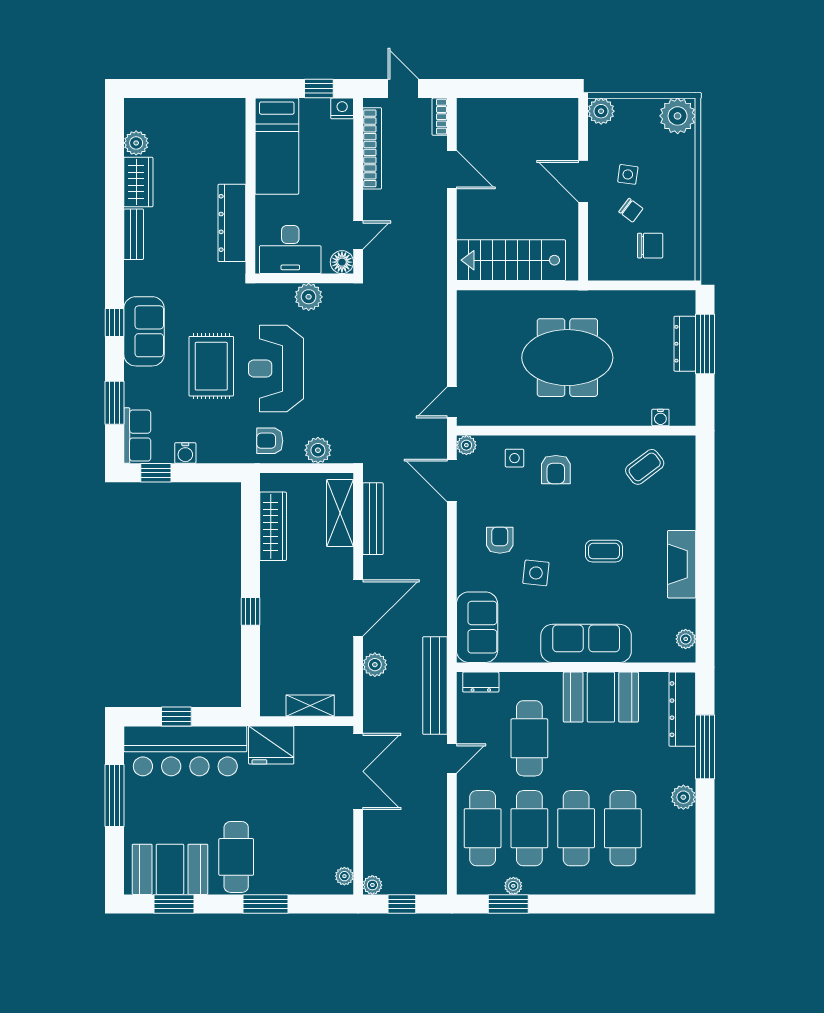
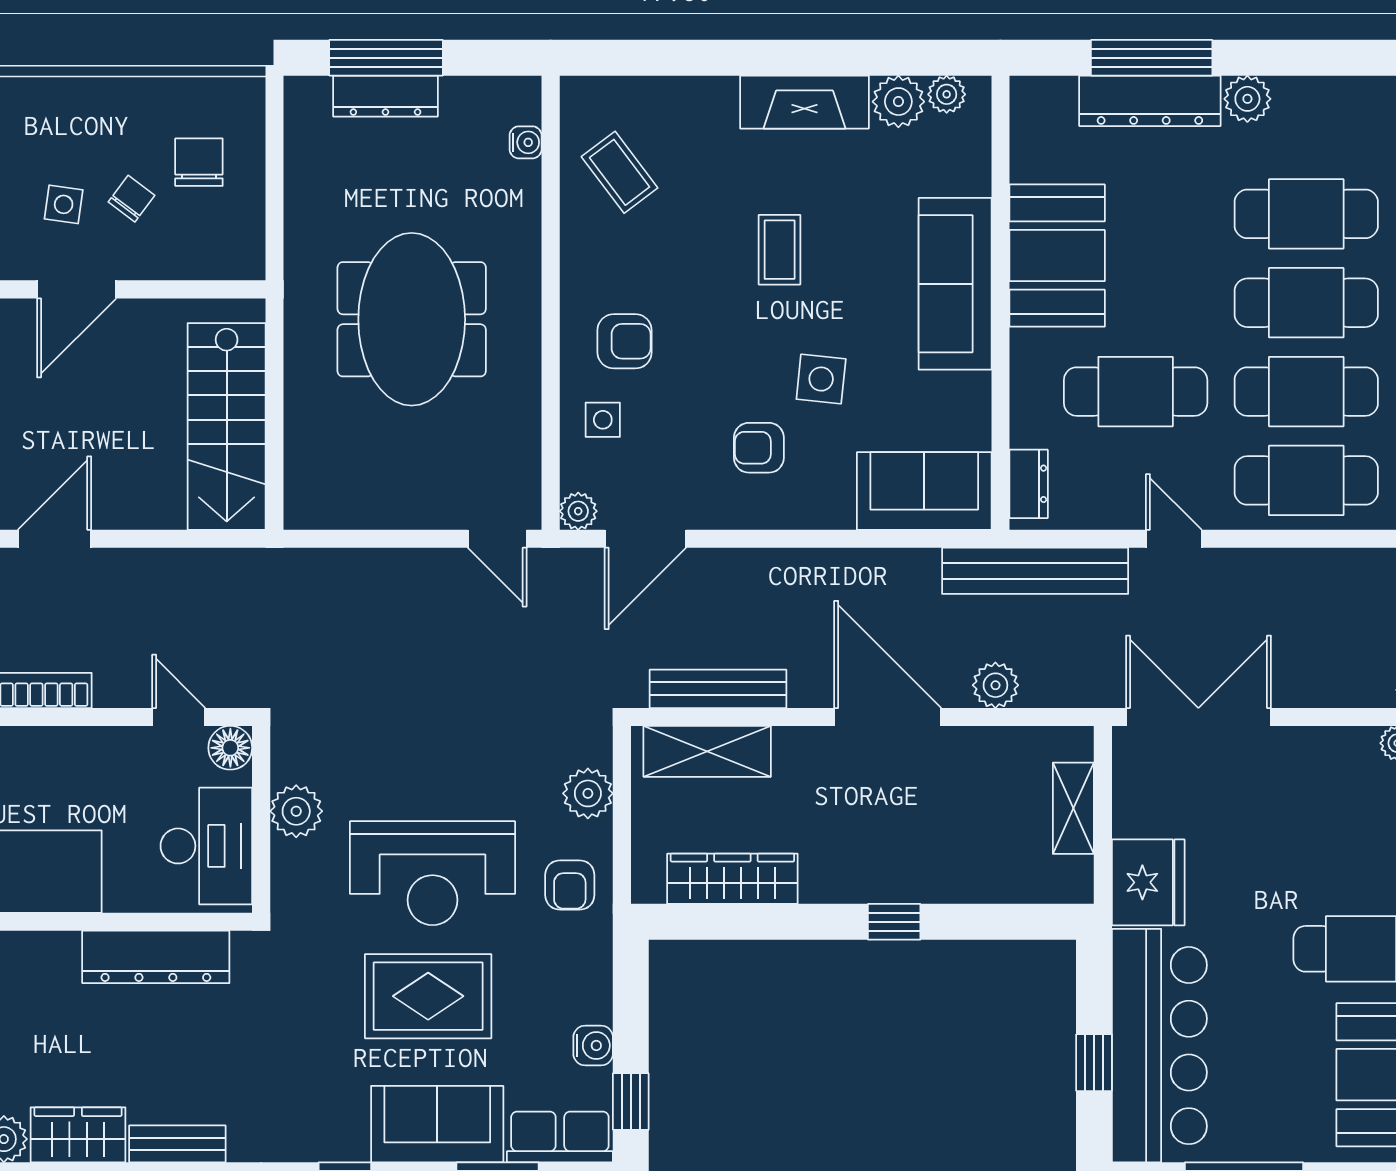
sofa: (144, 331) -> (437, 1124), moved
plant: (682, 614) -> (898, 102), added
dresser: (682, 709) -> (1150, 101), moved

